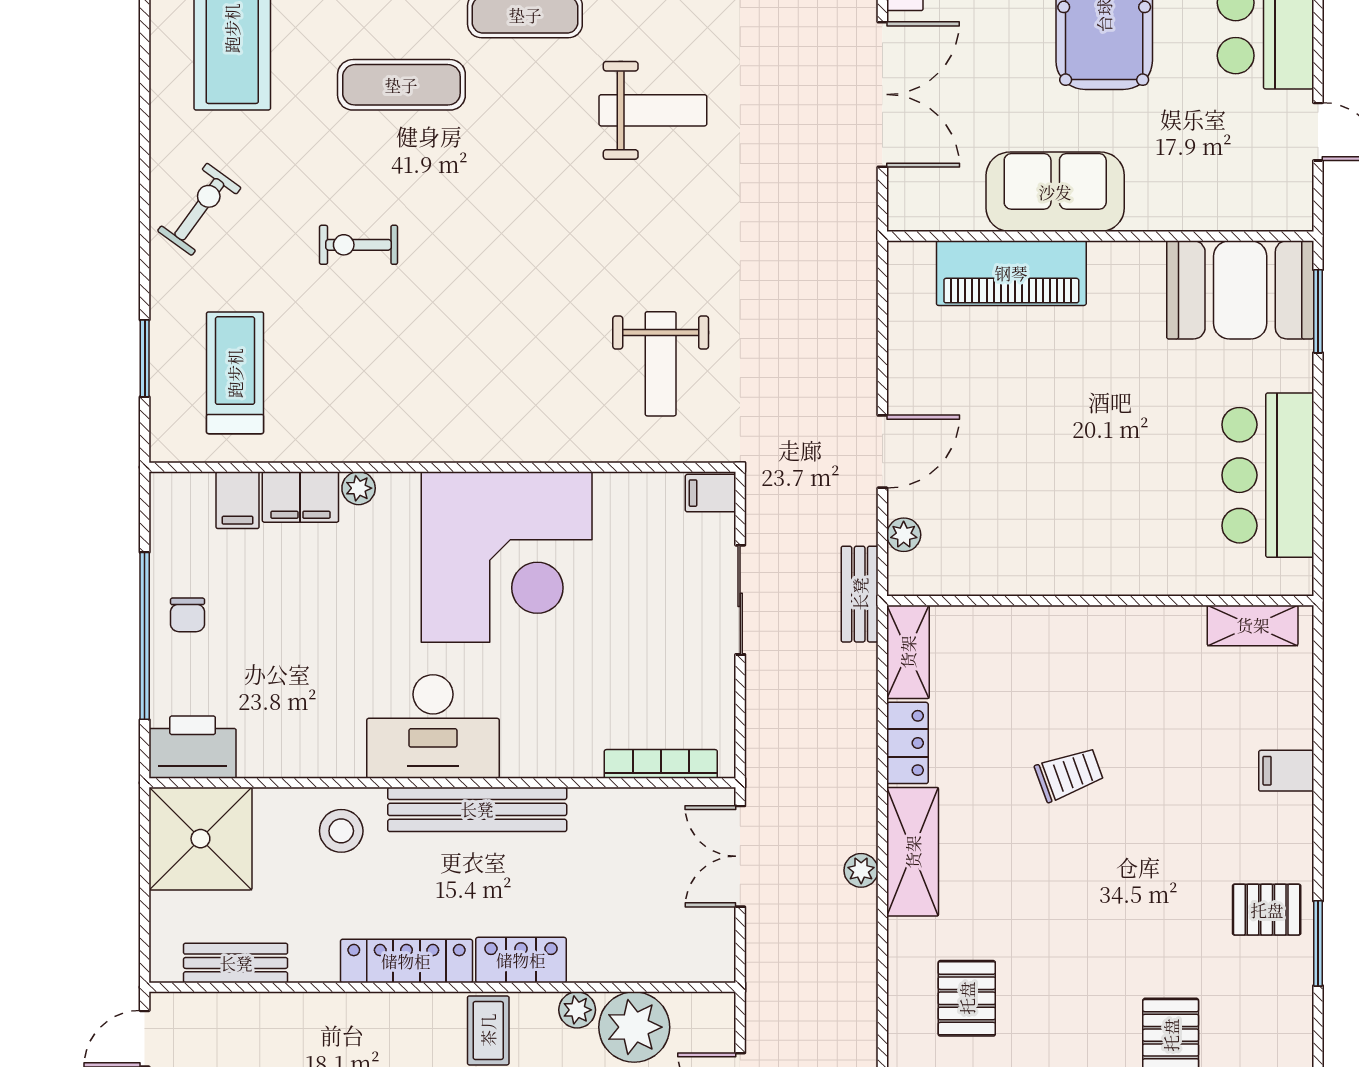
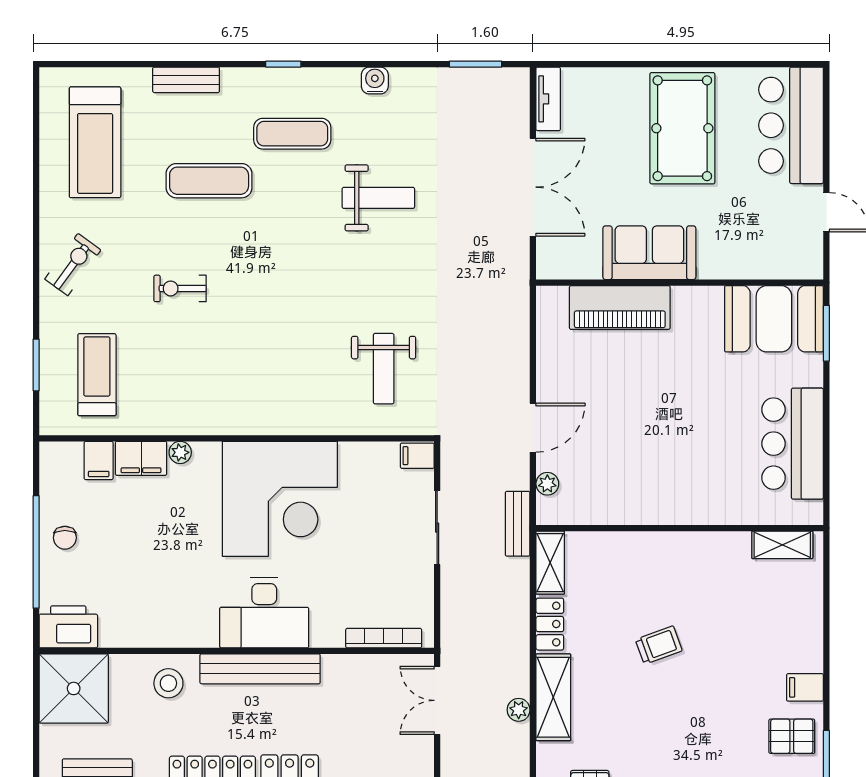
desk: (433, 726) -> (264, 613), moved
filing cabinet: (1286, 771) -> (805, 687), moved

